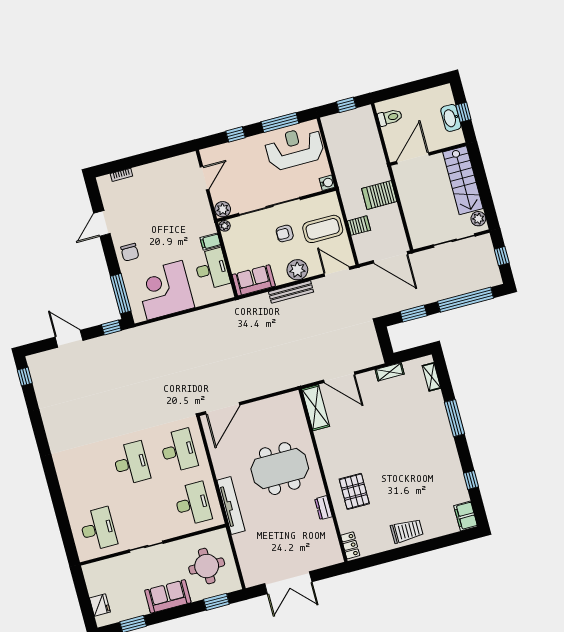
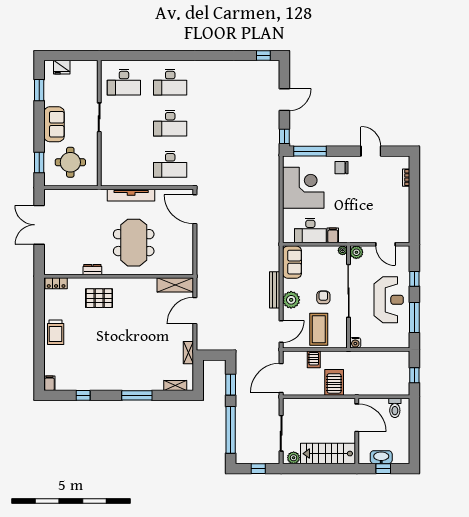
reception desk: (295, 148) -> (389, 300), moved
desk: (193, 504) -> (170, 82), moved
tv unit: (231, 506) -> (131, 195), moved
filing cabinet: (466, 516) -> (49, 383), width x0.50

